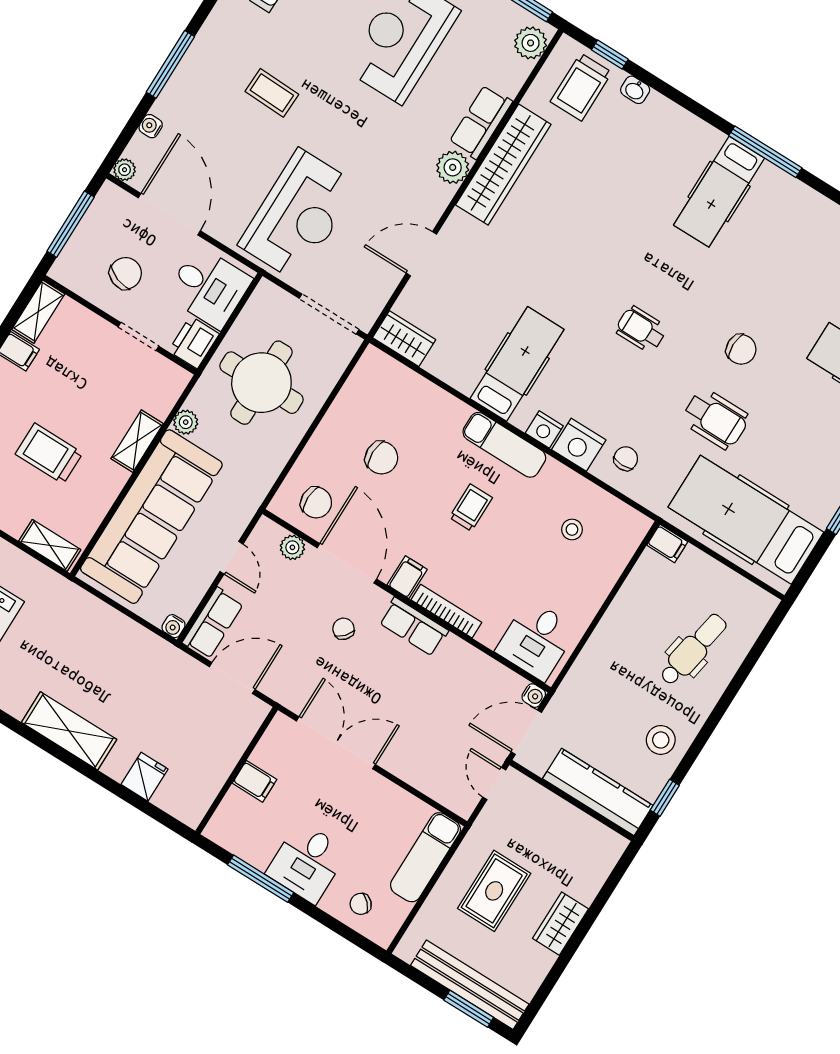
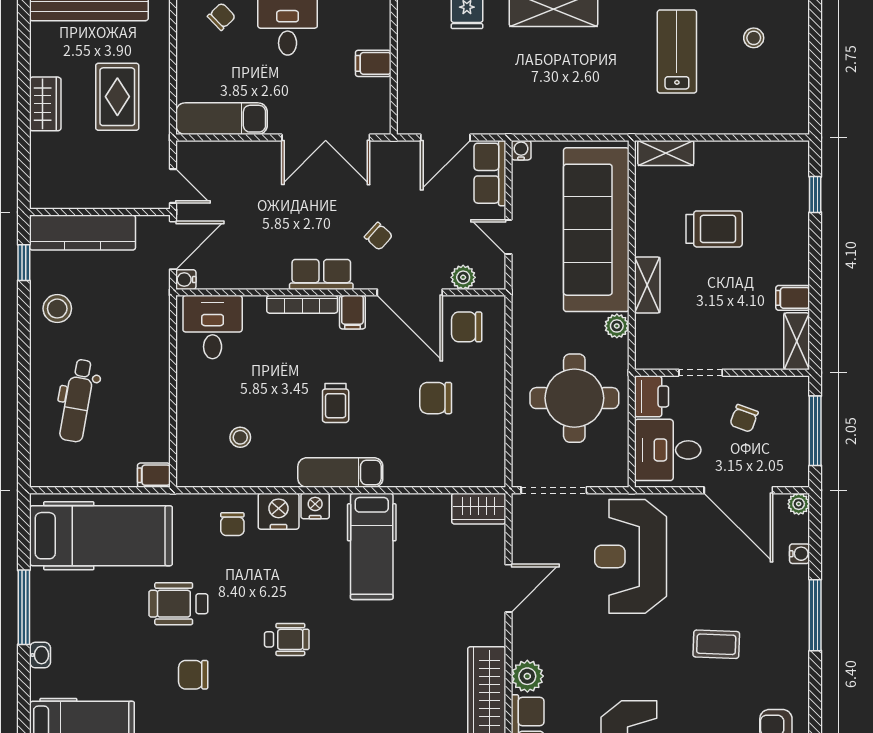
chair: (126, 273) -> (744, 418), width x0.73, depth x0.73
exam couch: (425, 857) -> (221, 119), moved, turned -90

